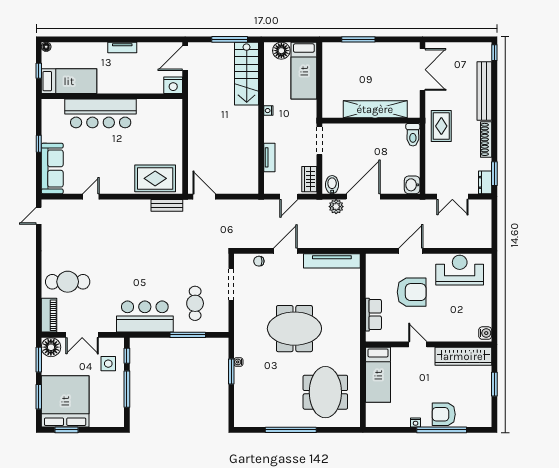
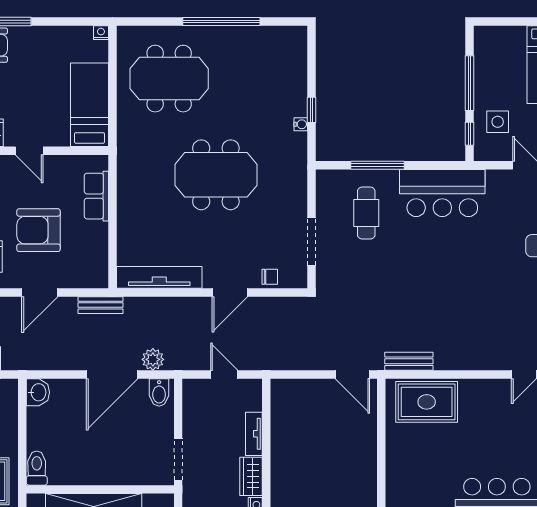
wardrobe: (309, 179) -> (251, 476), moved, turned 180
door: (289, 197) -> (224, 374), hinge flipped
bench: (371, 243) -> (100, 305), added
window: (231, 371) -> (311, 110), width x0.67
meeting table: (325, 392) -> (169, 79), turned 90
nightstand: (416, 423) -> (101, 33), moved

